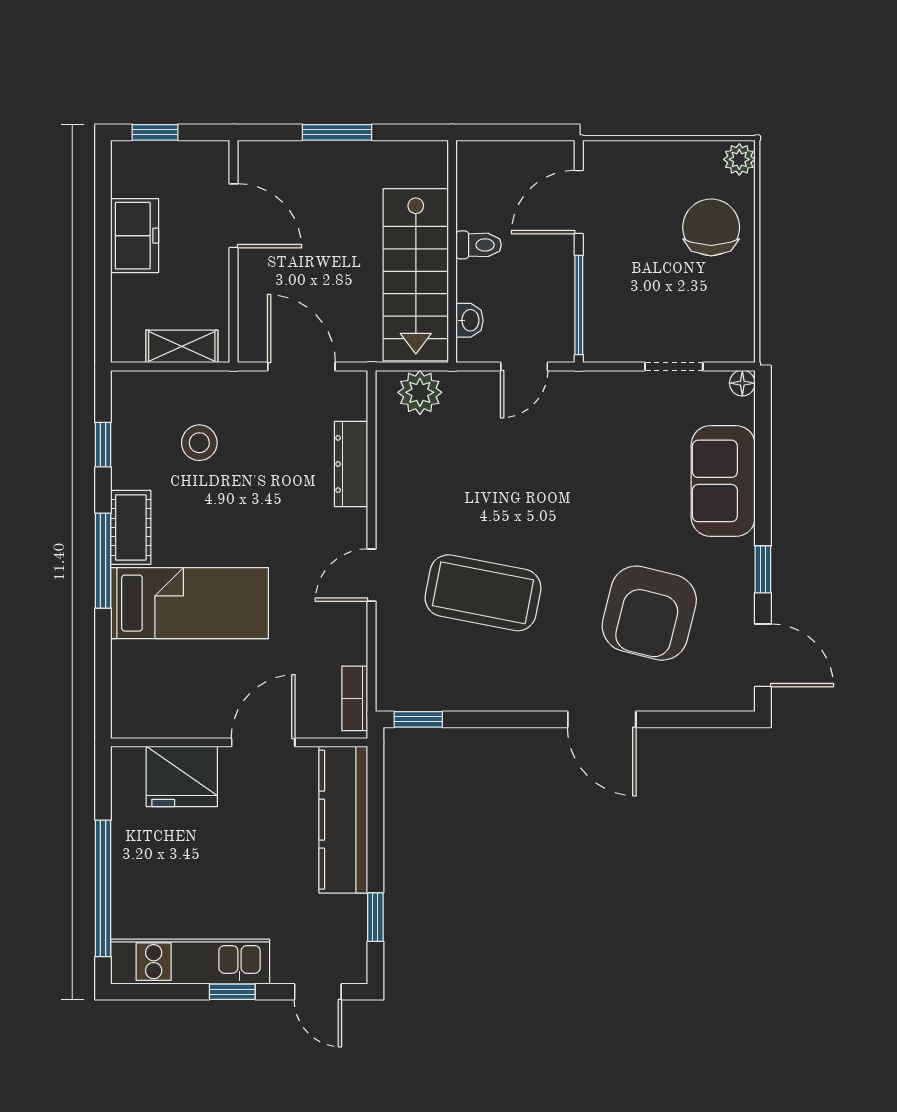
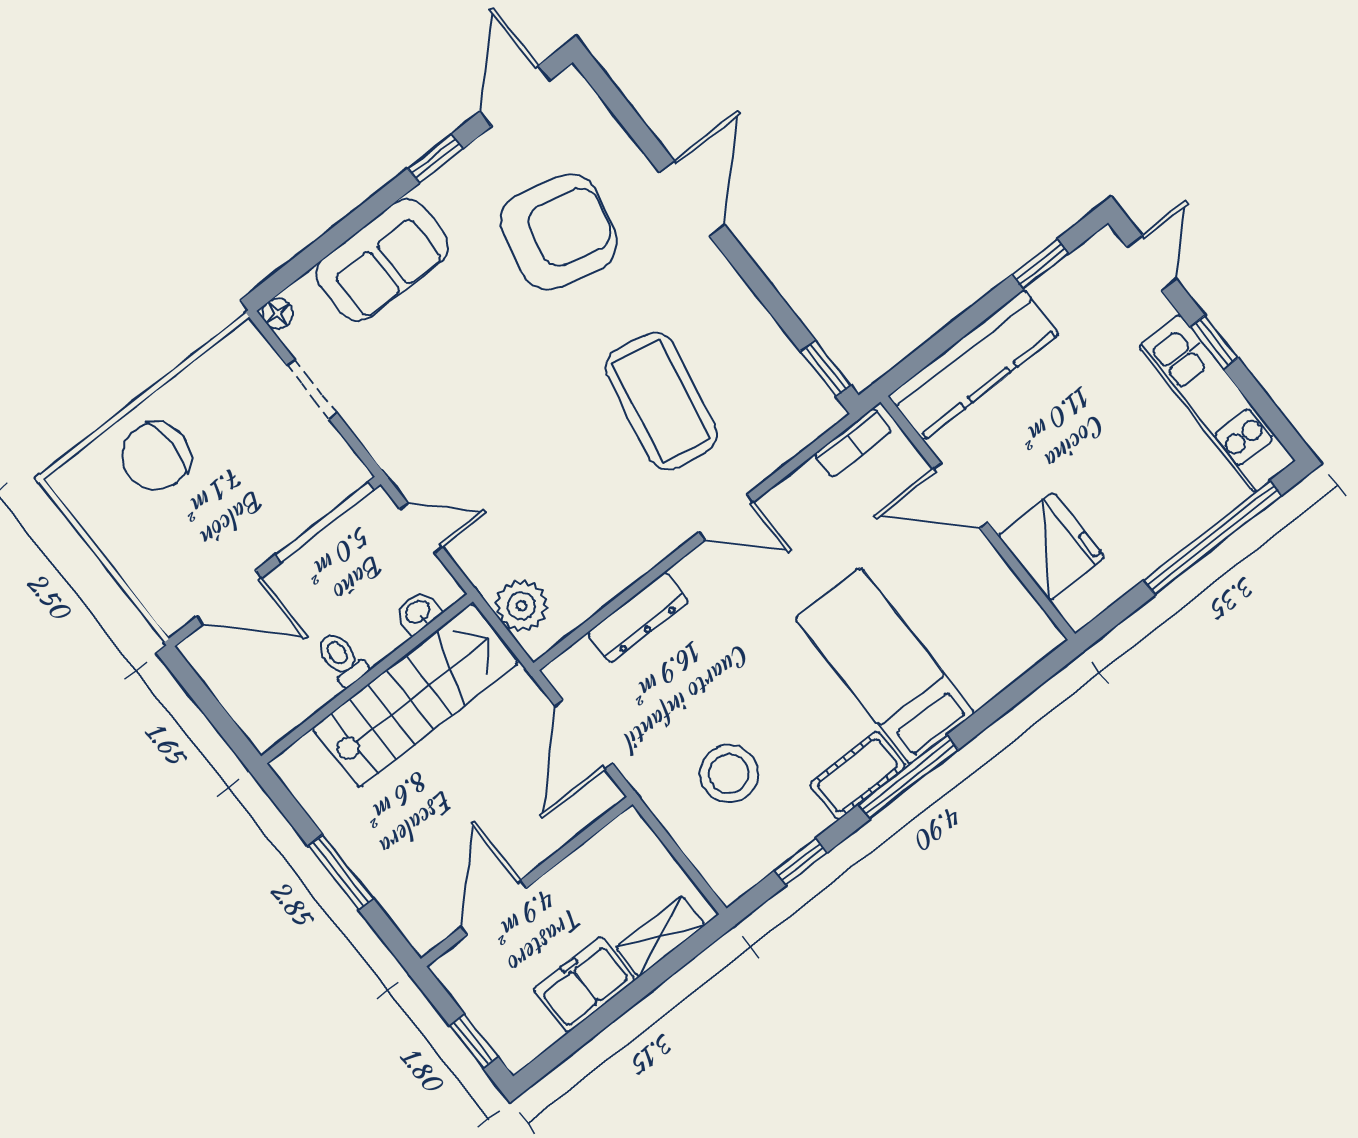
plant: (739, 159) -> (72, 480), removed
shelving: (182, 346) -> (660, 936), moved, turned 90
stool: (199, 443) -> (729, 774), width x1.38, depth x1.38

